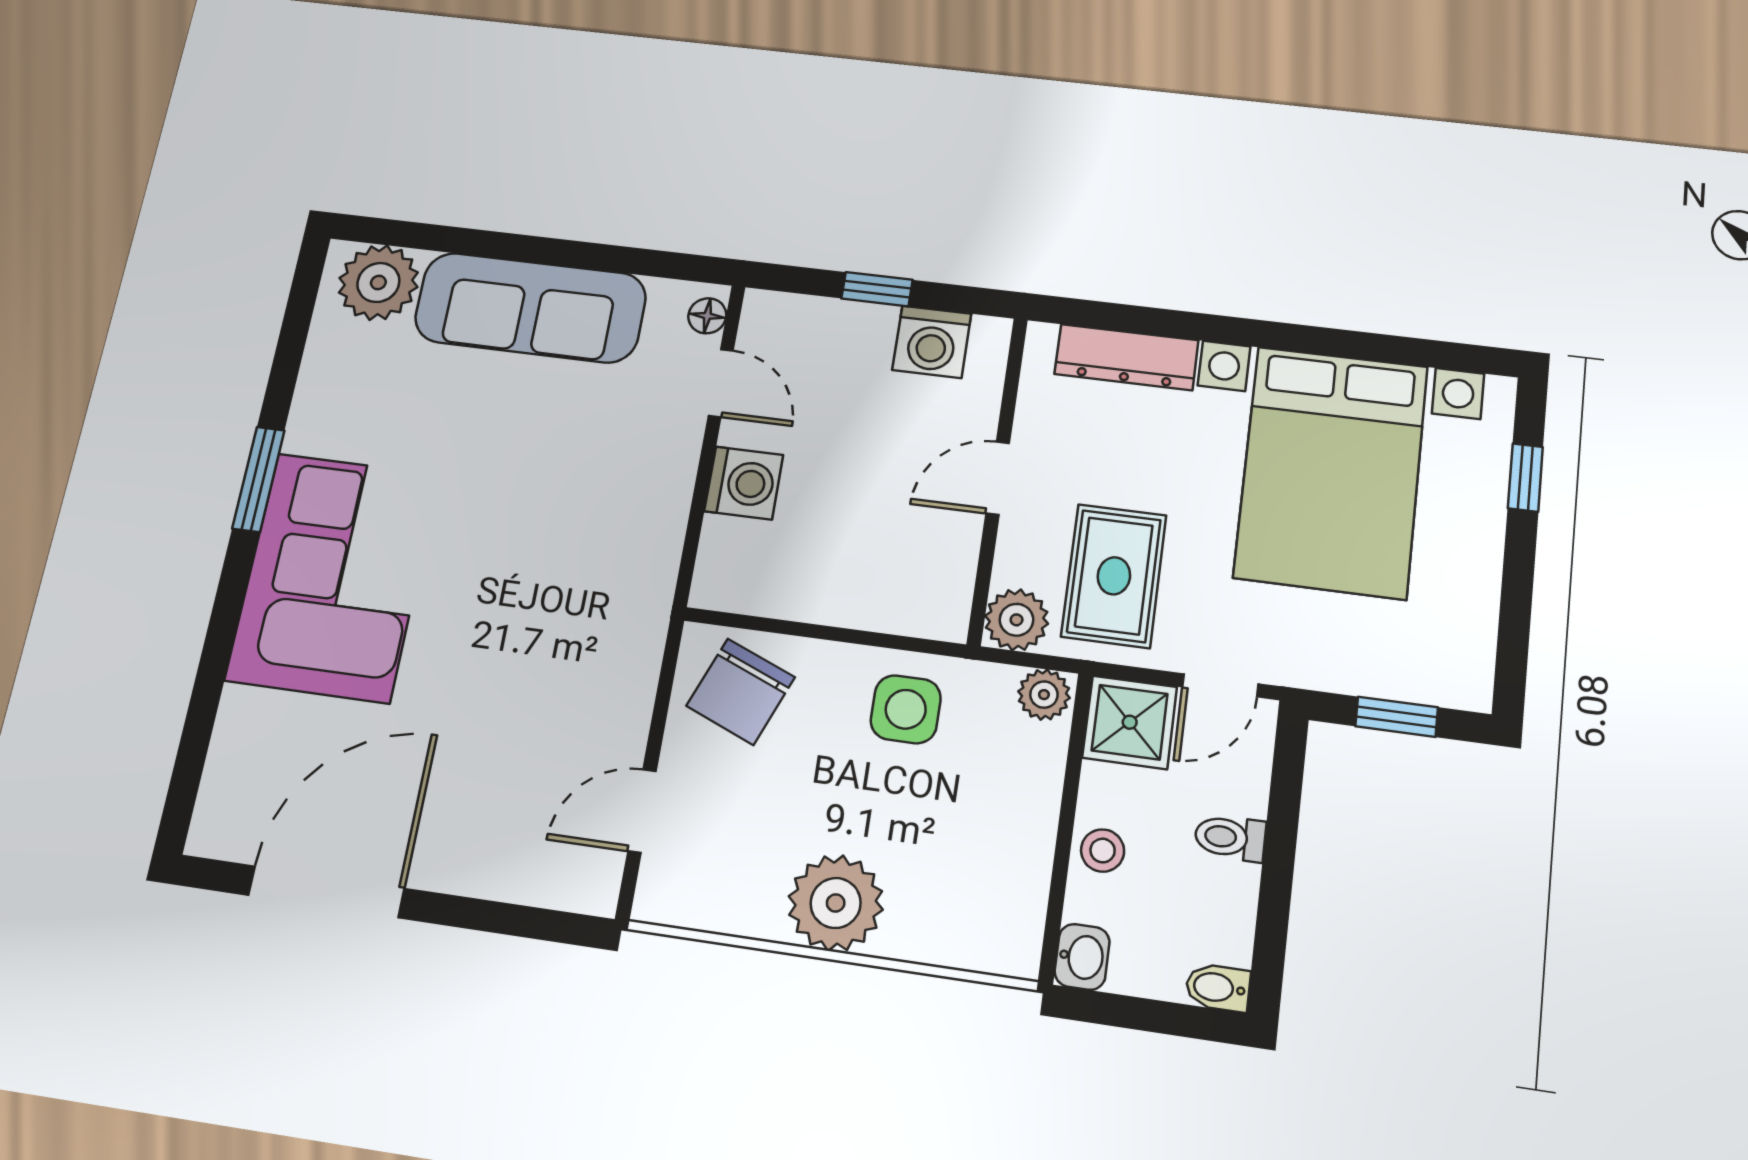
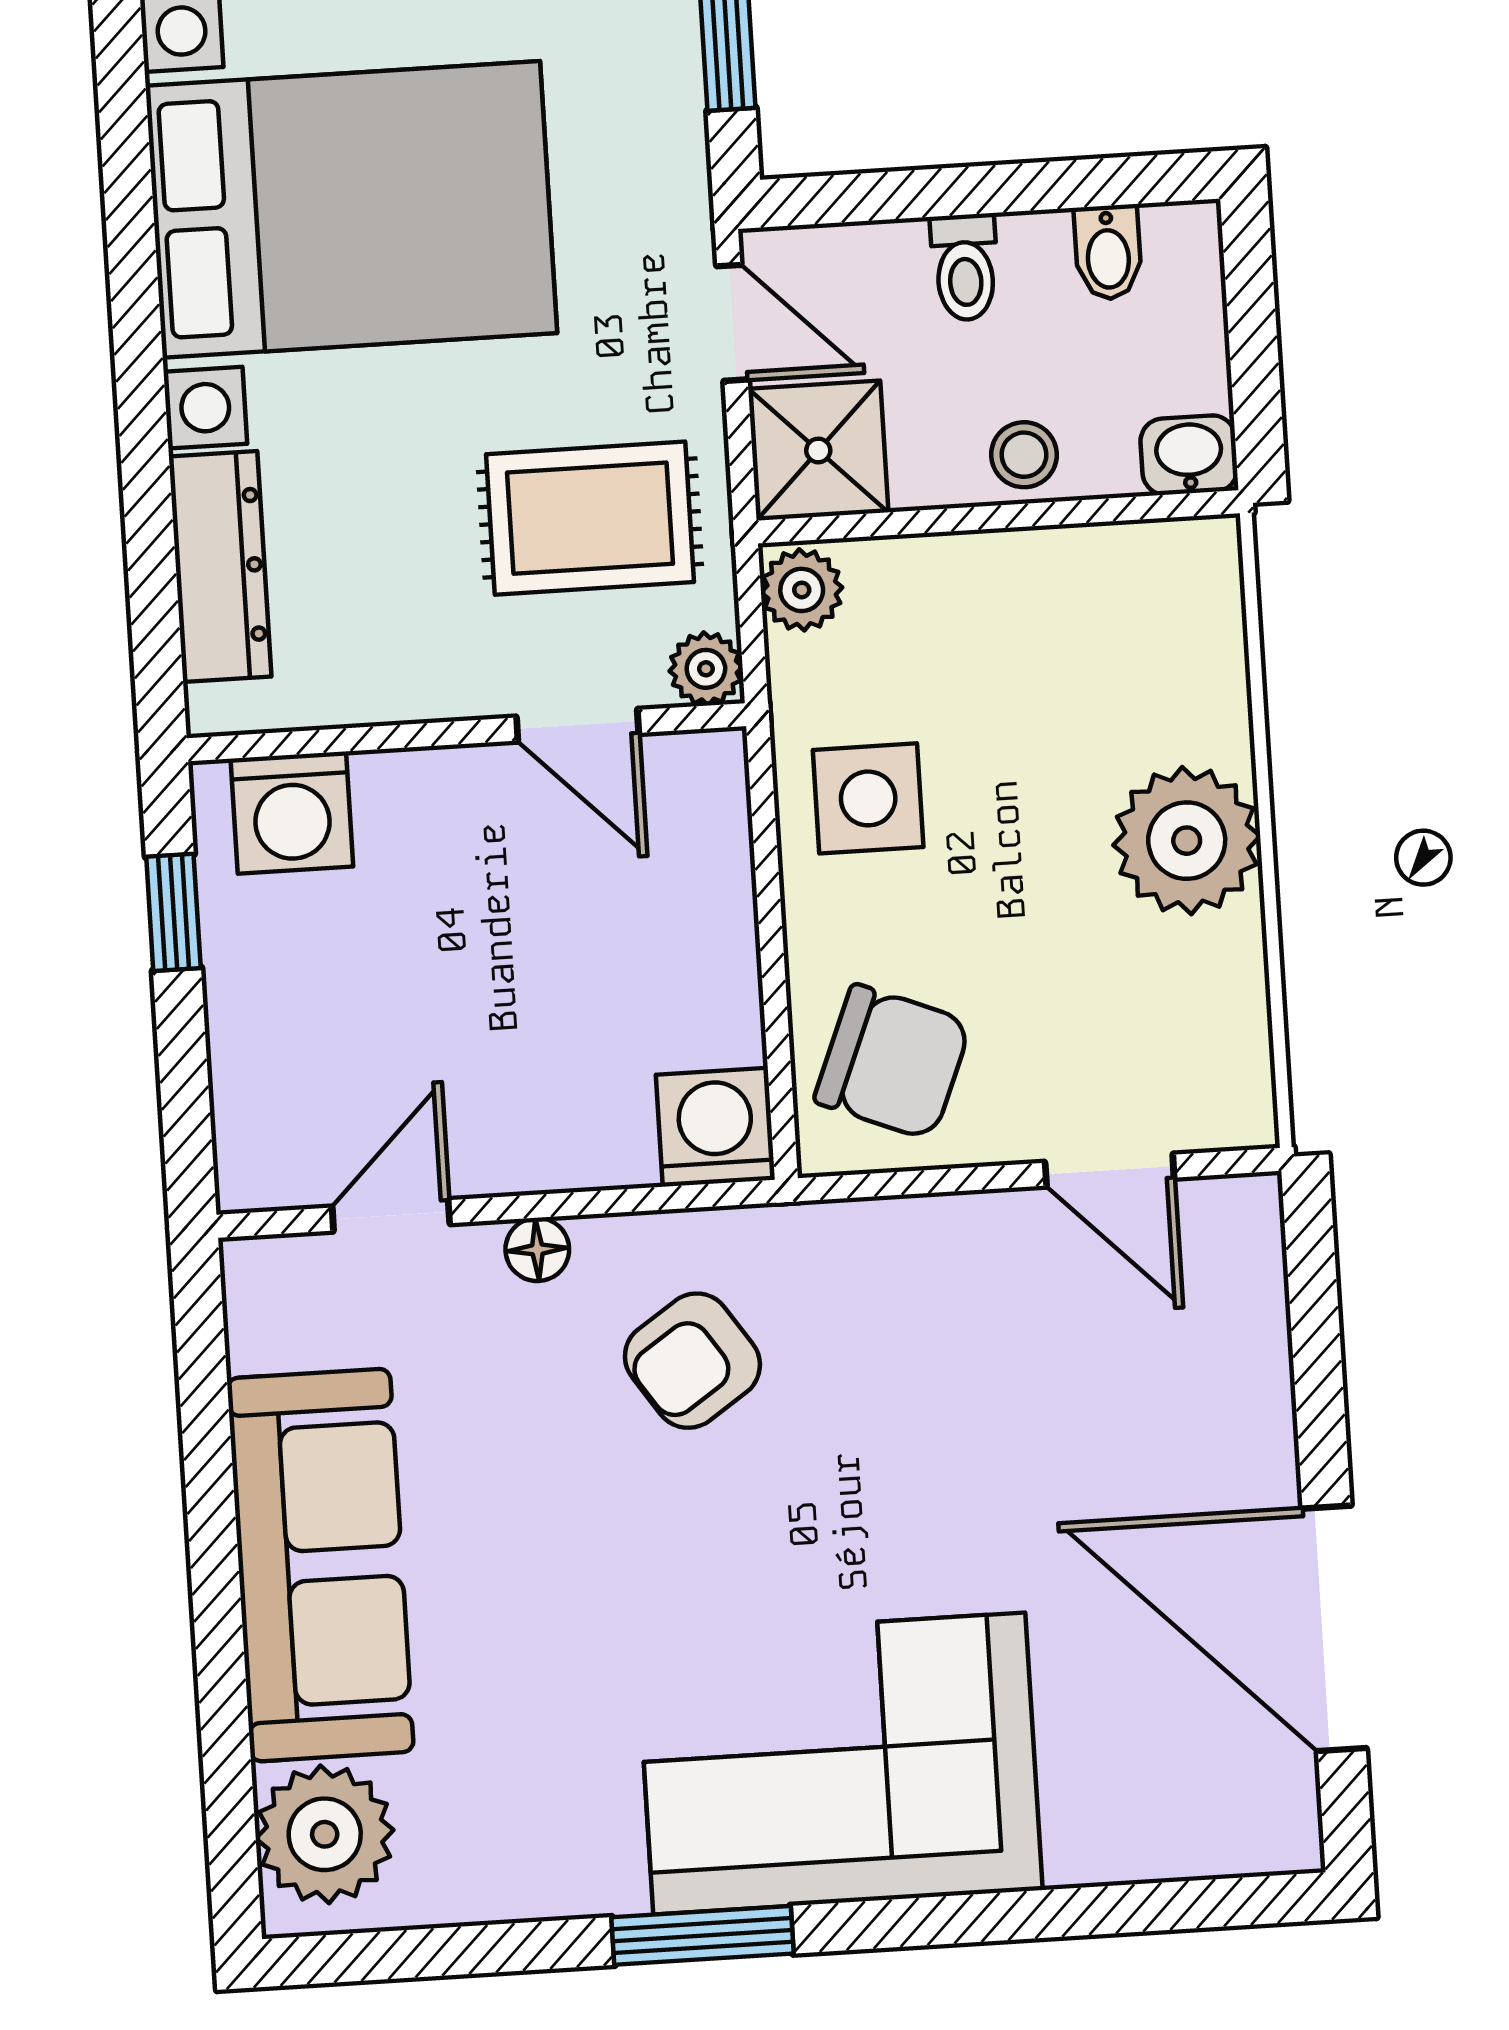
window: (877, 289) -> (173, 912), moved
floor lamp: (707, 316) -> (537, 1249), moved
washing machine: (932, 342) -> (292, 813), moved, turned 90
door: (998, 478) -> (578, 725), moved
washing machine: (744, 483) -> (715, 1127), moved
armchair: (592, 538) -> (692, 1361), added
plant: (1017, 620) -> (706, 669), width x0.73, depth x0.73
bidet: (1218, 988) -> (1108, 252), moved

